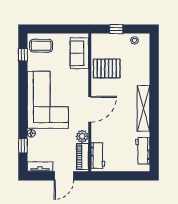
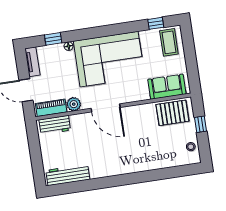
pallet: (107, 68) -> (172, 113), moved, turned 90
shelving: (143, 108) -> (116, 168), removed
workbench: (143, 151) -> (68, 175), width x1.38

